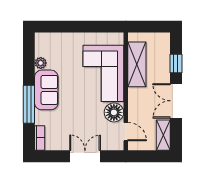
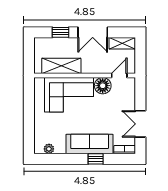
plant: (41, 63) -> (49, 149), moved
sofa: (46, 90) -> (90, 144), width x1.36
window: (29, 104) -> (96, 159), width x0.46
double door: (85, 156) -> (140, 124), moved

